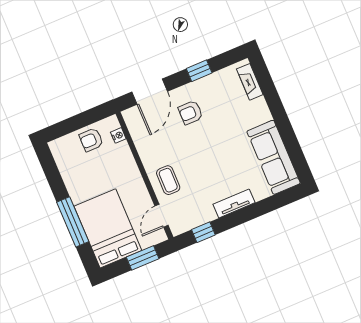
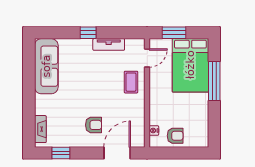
window: (199, 71) -> (61, 153), moved
tv unit: (234, 203) -> (109, 44), moved
window: (203, 232) -> (88, 33), moved

